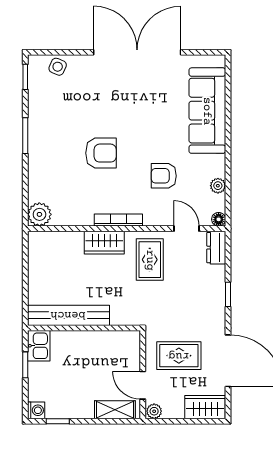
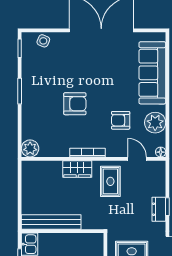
plant: (218, 186) -> (155, 123), width x1.87, depth x1.87
dresser: (216, 248) -> (159, 209), moved

